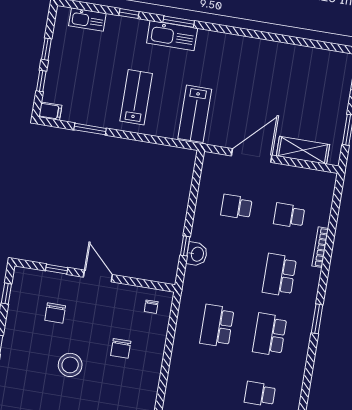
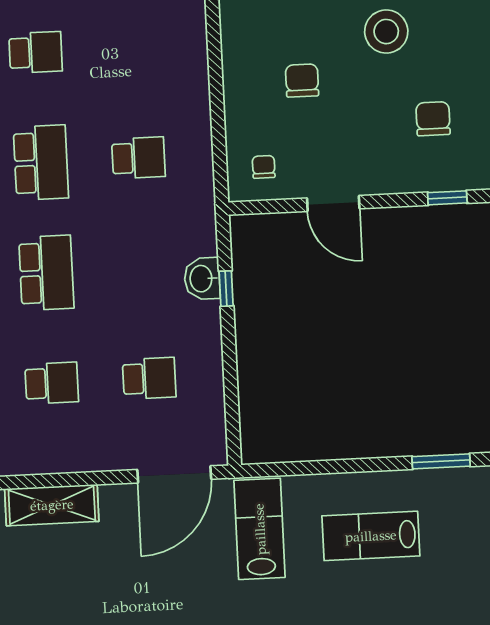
lab bench: (136, 97) -> (371, 536), turned 90
door: (252, 155) -> (174, 474), moved
door: (98, 276) -> (333, 203), moved
school desk: (217, 326) -> (138, 158), width x0.54

